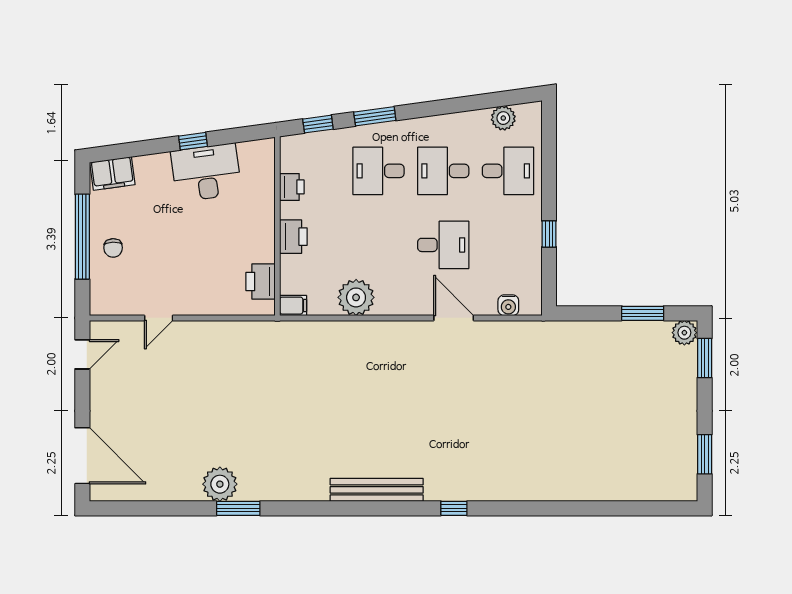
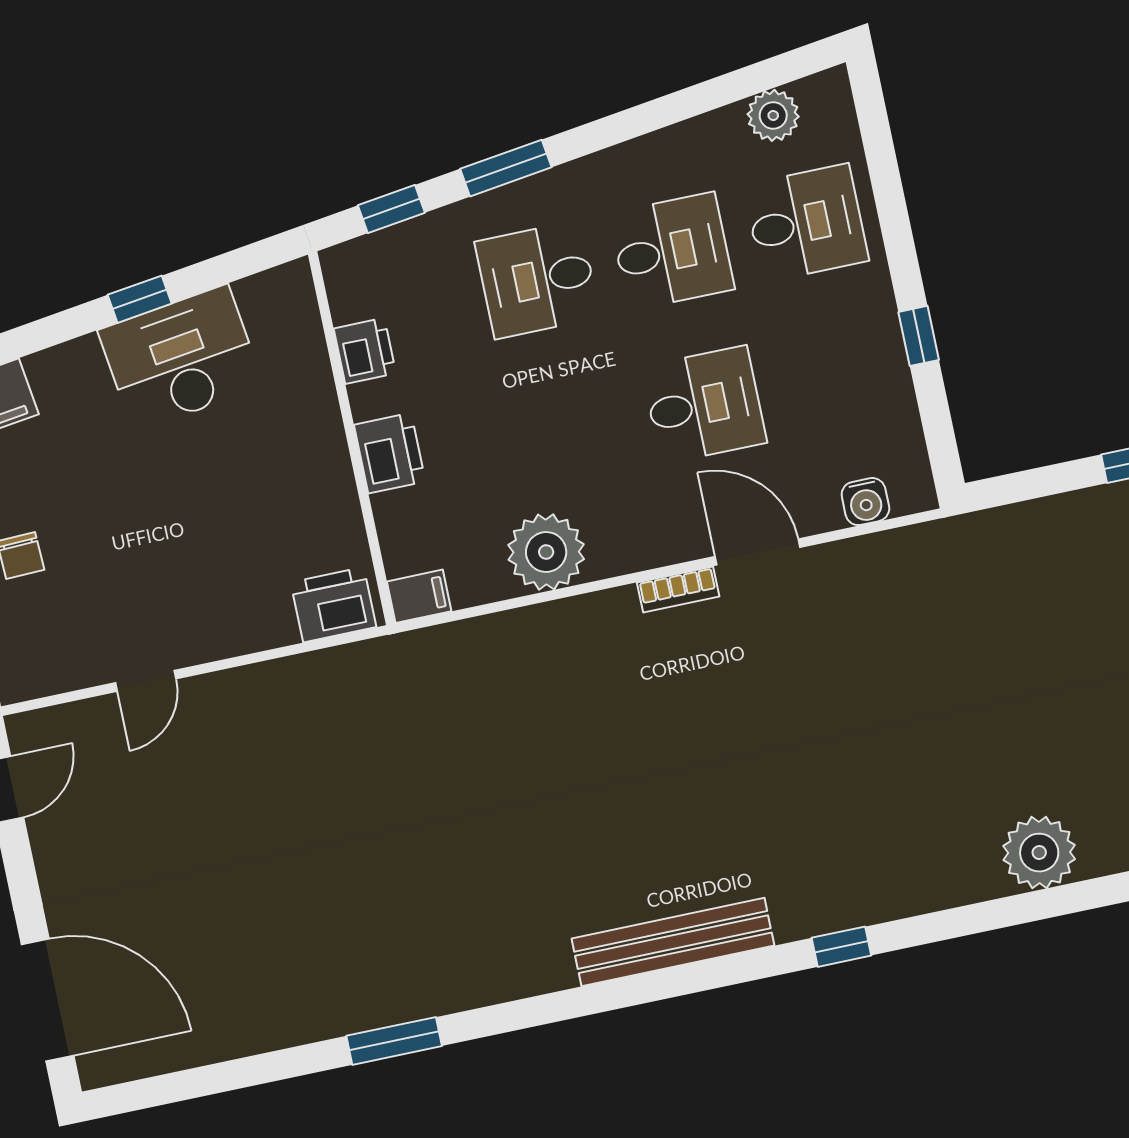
desk: (443, 171) -> (672, 251), turned 180
printer: (260, 282) -> (333, 605), moved, turned 90
bookcase: (413, 328) -> (678, 589), added
plant: (220, 484) -> (1039, 853), moved

